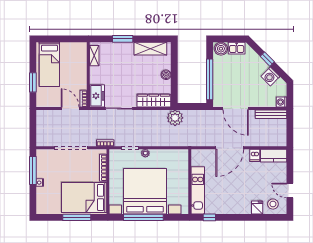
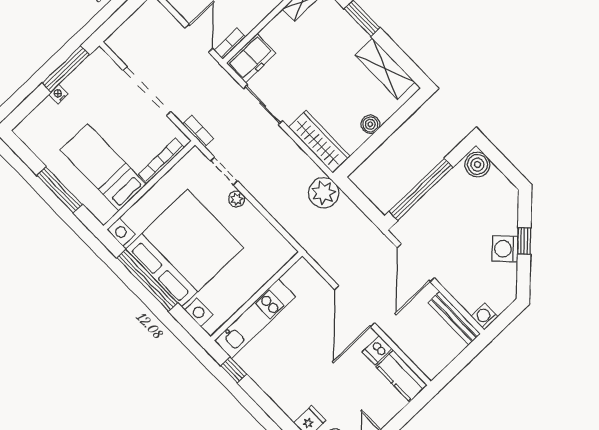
kitchen sink: (237, 48) -> (499, 185), removed
washing machine: (270, 76) -> (505, 249), moved
door: (230, 148) -> (355, 306), hinge flipped
bed: (84, 197) -> (103, 167), width x0.67

